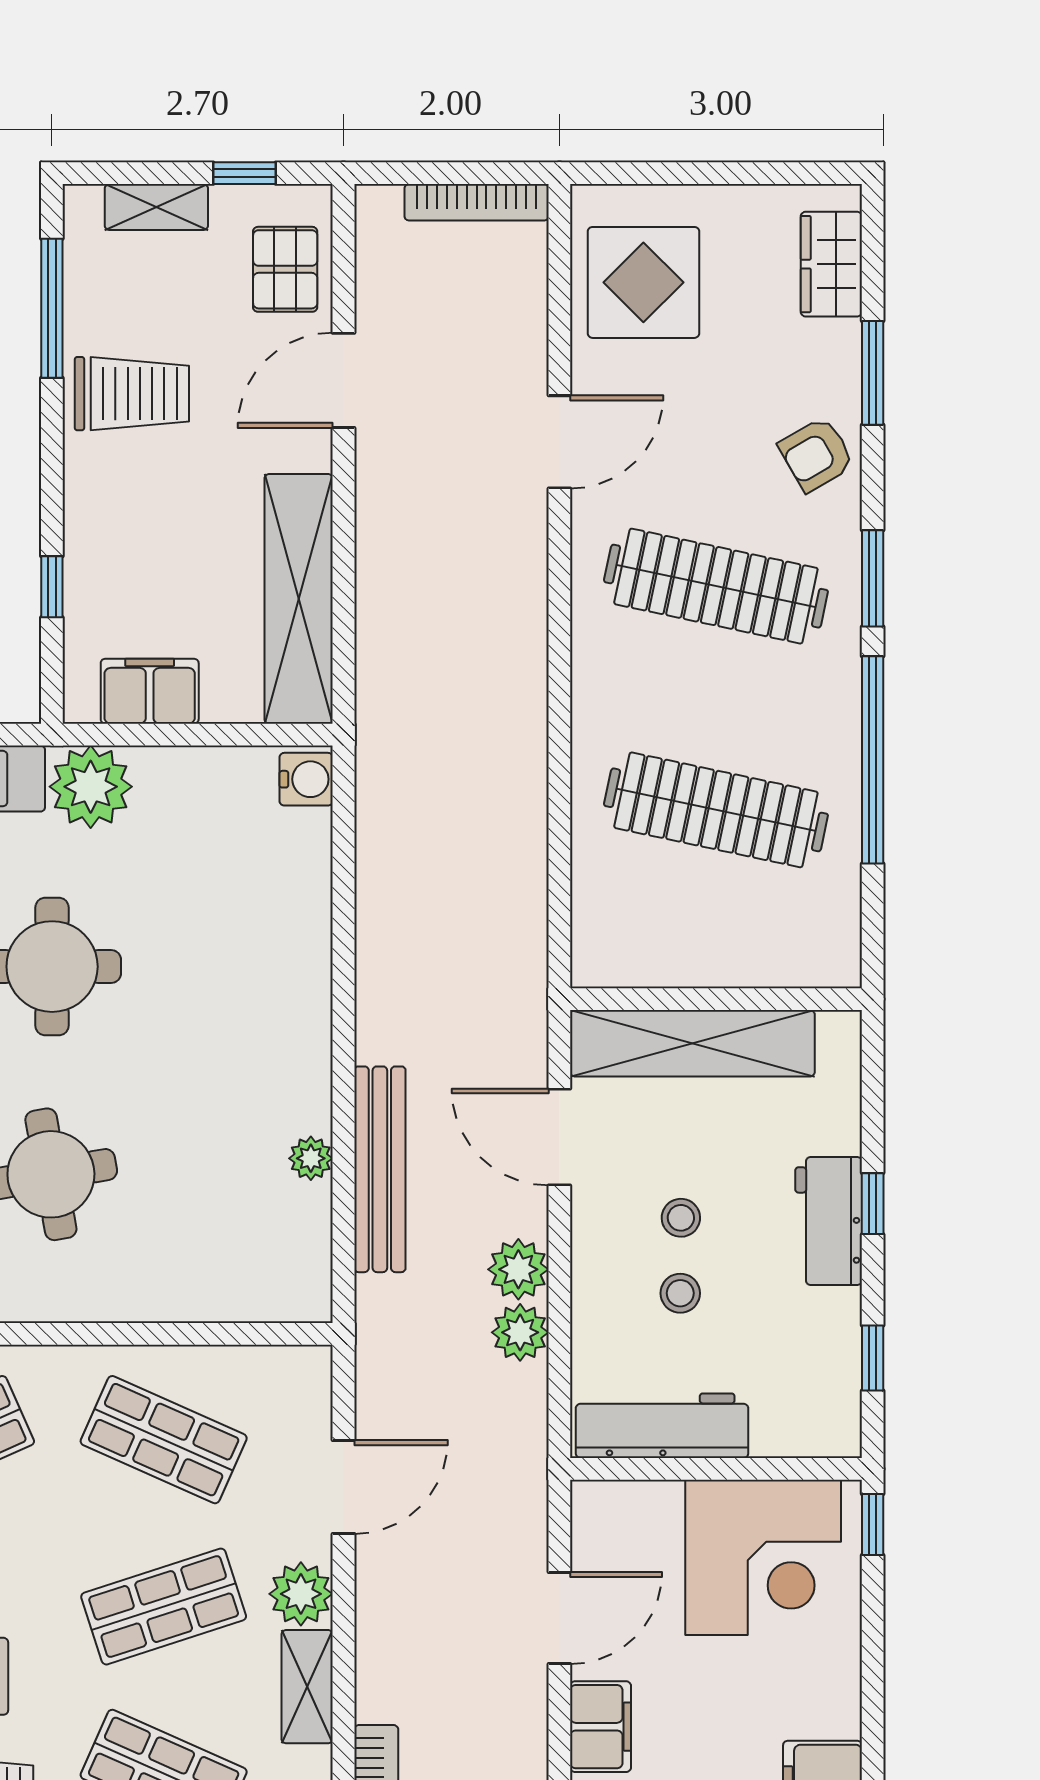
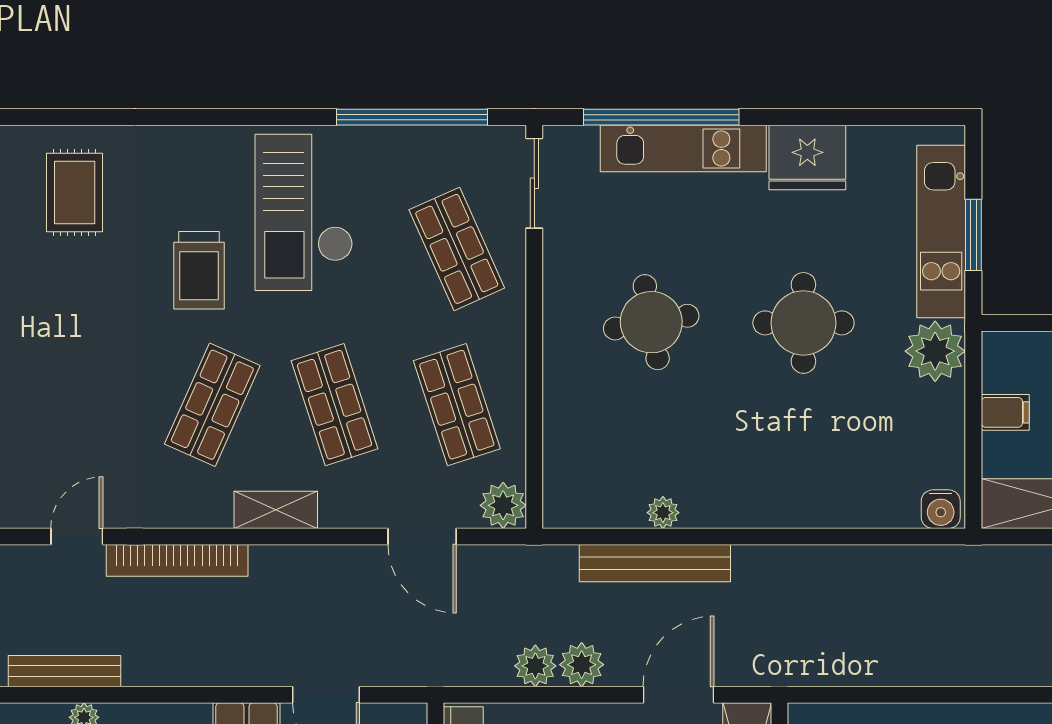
filing cabinet: (150, 691) -> (1005, 412), width x0.50
shop shelf: (164, 1440) -> (457, 405), turned -42
plant: (301, 1594) -> (503, 505), moved

